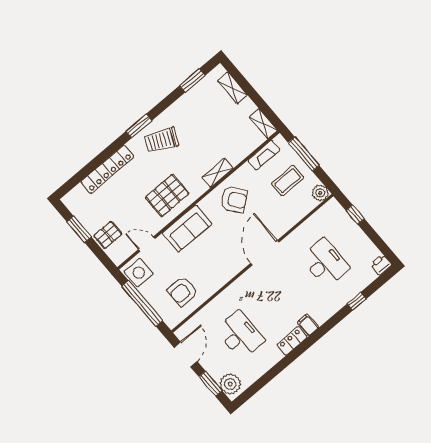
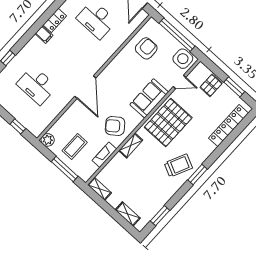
fireplace: (264, 155) -> (104, 155), moved
locker: (107, 169) -> (229, 126), moved
pallet: (167, 195) -> (168, 123), width x1.37, depth x1.41

